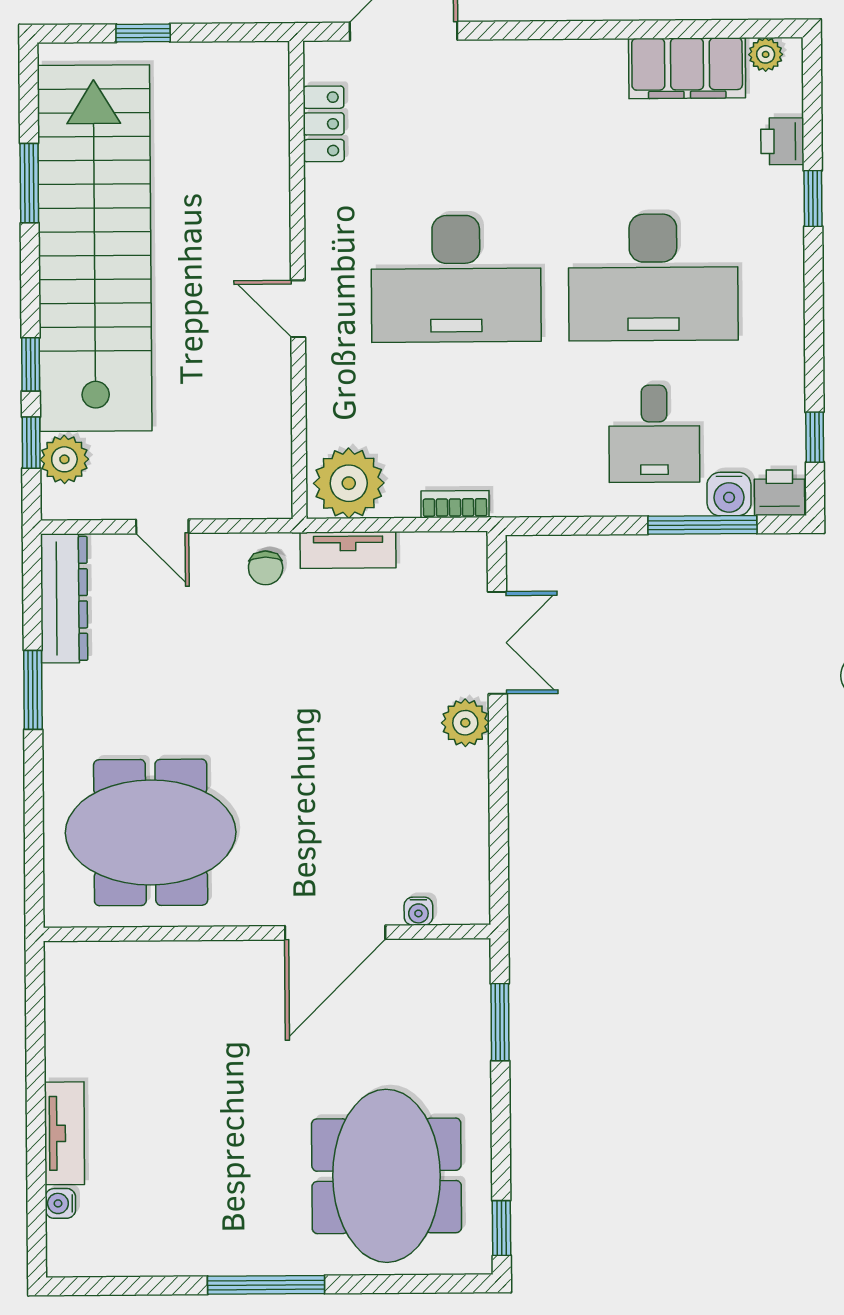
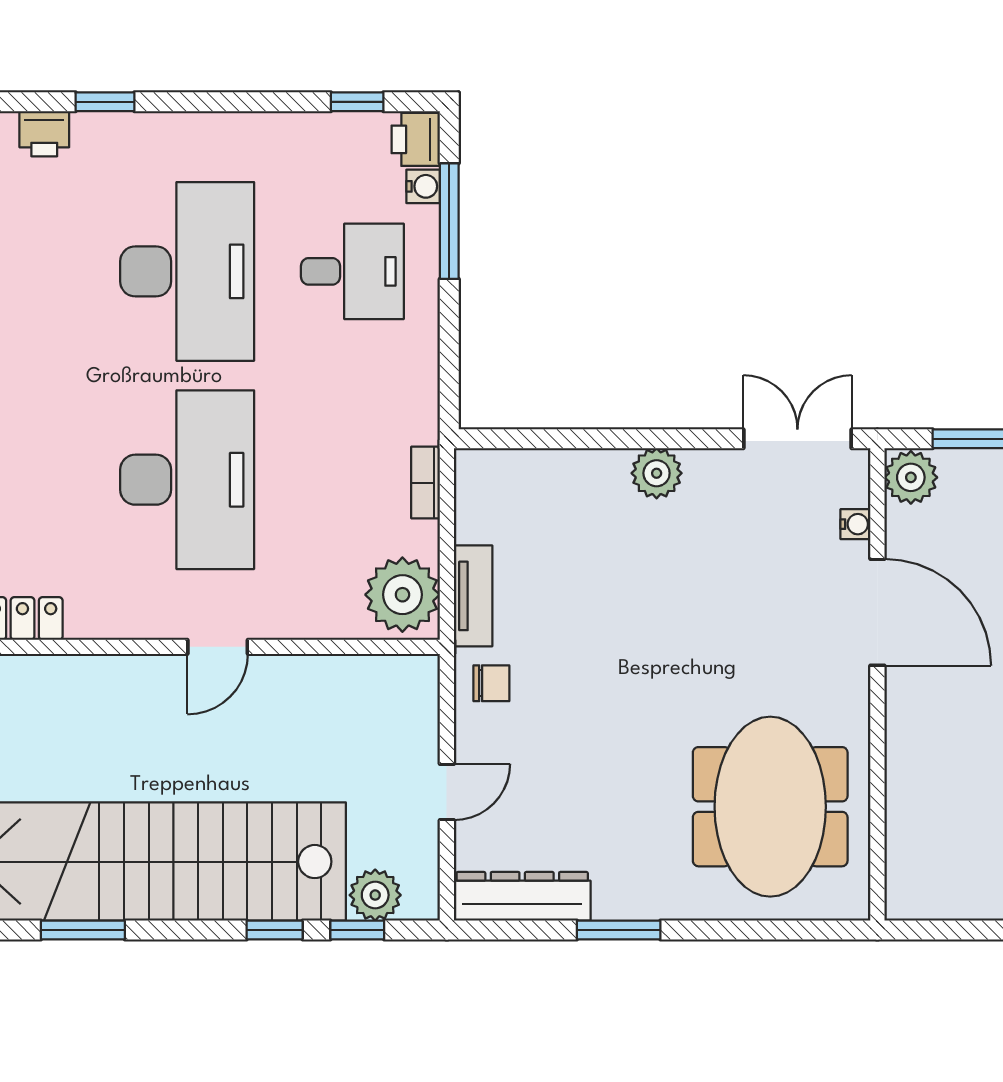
water cooler: (729, 494) -> (423, 186), width x0.72, depth x0.72
double door: (497, 643) -> (797, 439), moved
plant: (463, 963) -> (911, 477), added

